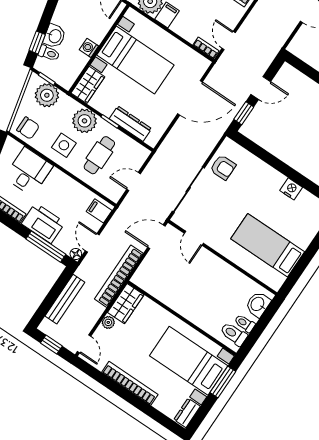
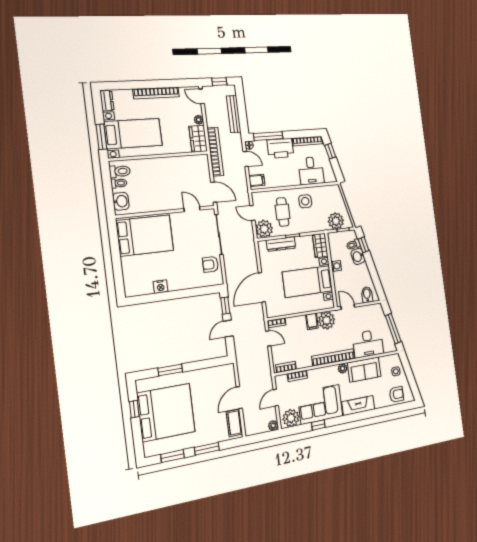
plant: (84, 121) -> (264, 229), moved
chair: (28, 128) -> (331, 195), removed
door: (134, 182) -> (252, 213), swing flipped
door: (156, 237) -> (214, 192), hinge flipped
bed: (268, 245) -> (145, 236), width x1.50

